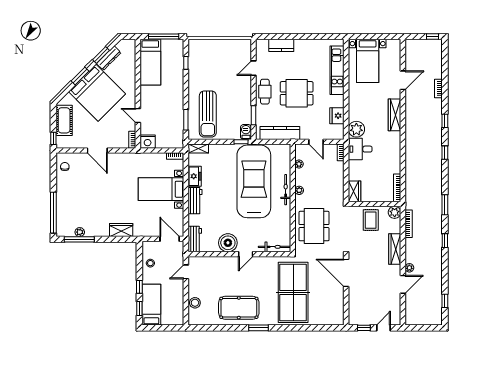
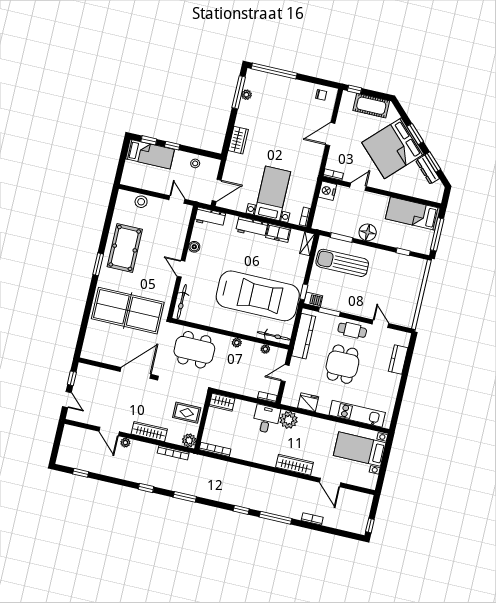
floor lamp: (176, 98) -> (368, 232), added
window: (445, 121) -> (276, 518), width x2.17
bicycle: (286, 190) -> (274, 336), moved
boiler: (228, 243) -> (194, 247), width x0.54, depth x0.54

